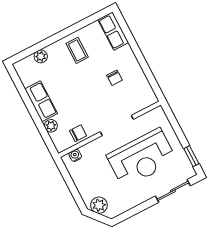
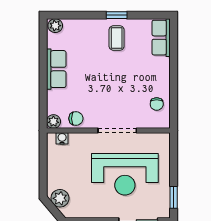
window: (67, 32) -> (117, 15), added
plant: (41, 56) -> (55, 26), moved
chair: (115, 78) -> (157, 104), moved
plant: (51, 126) -> (53, 121), moved

